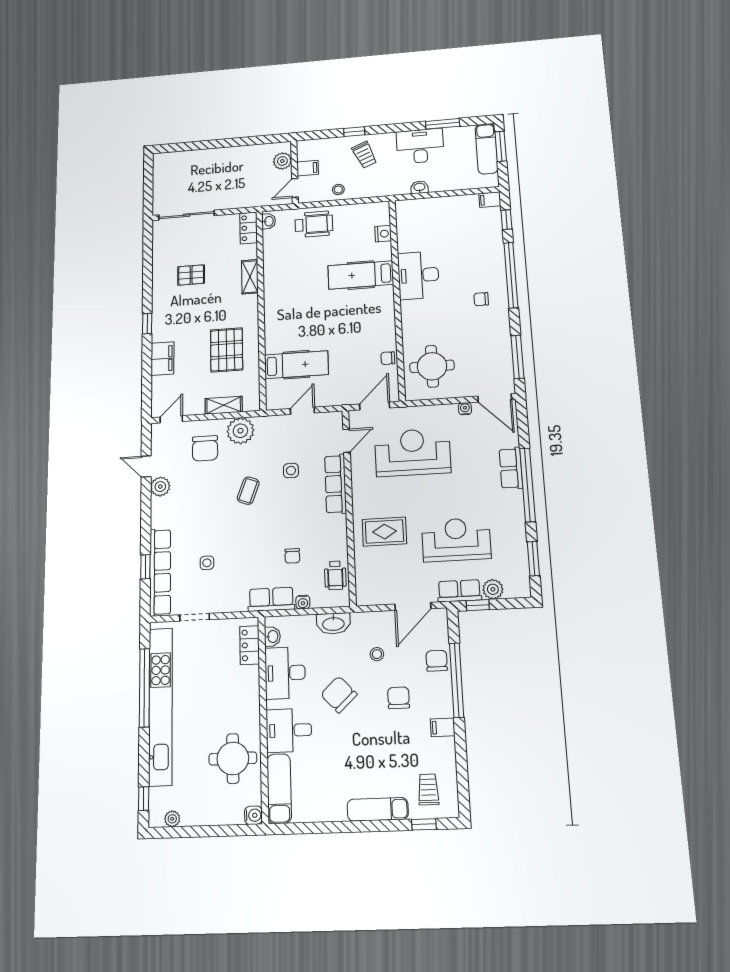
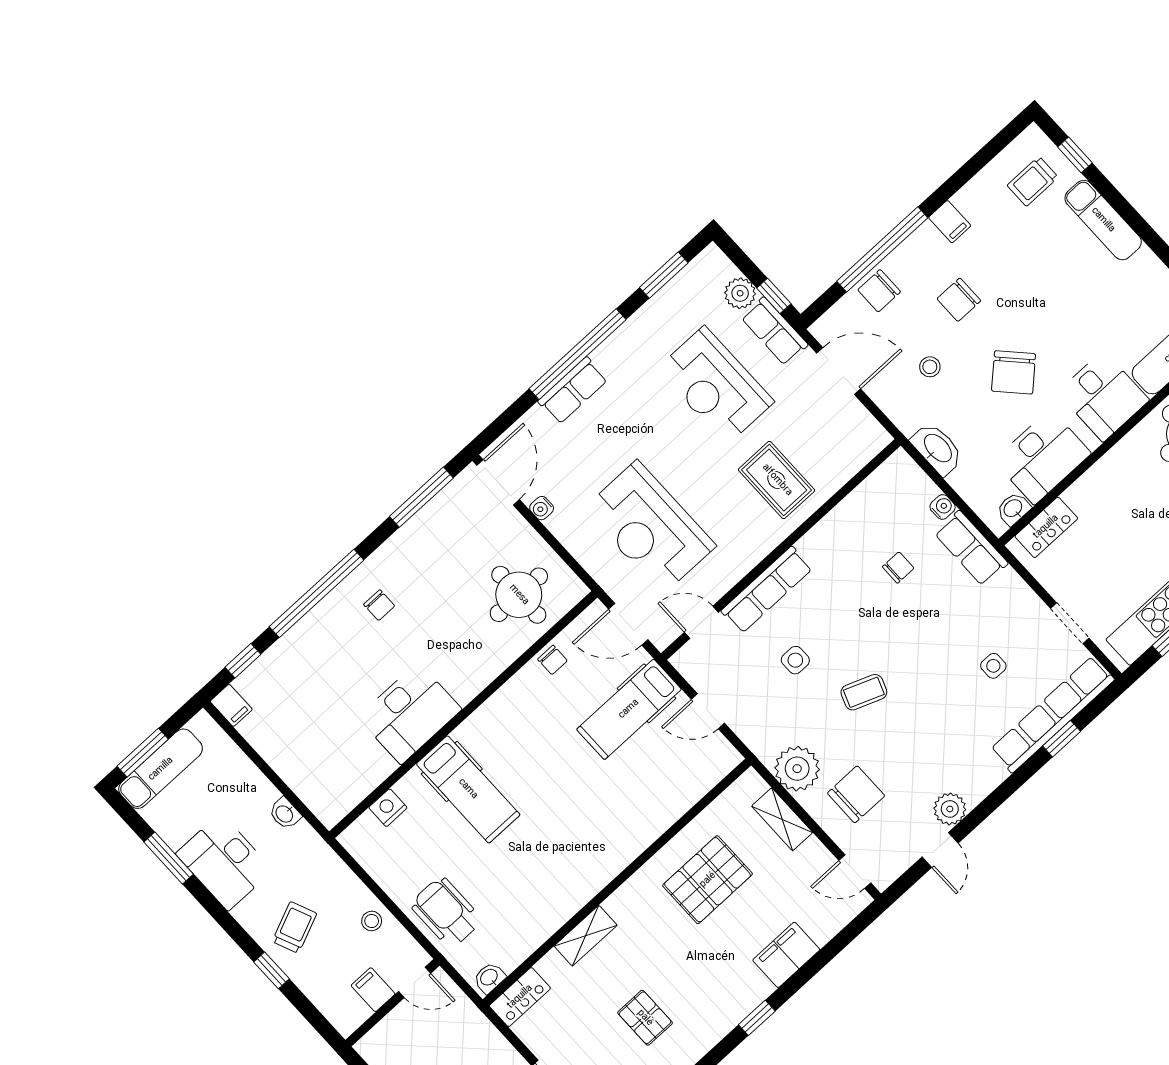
plant: (282, 161) -> (389, 1034), removed
hospital bed: (296, 365) -> (629, 709), moved, turned -90
wheelchair: (335, 575) -> (878, 495), removed

